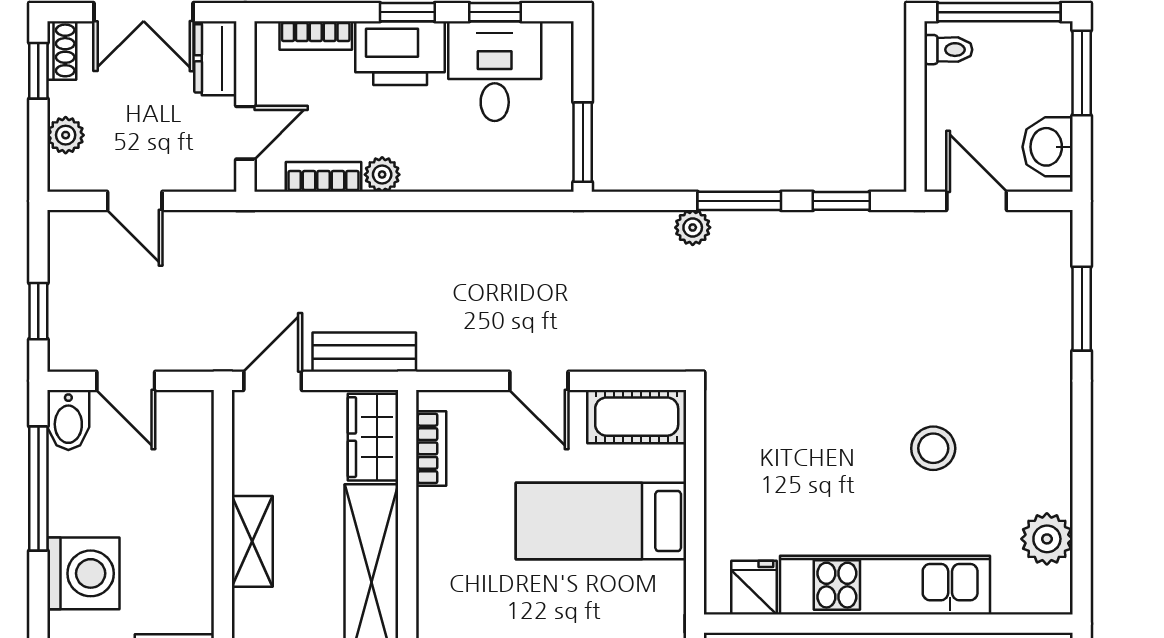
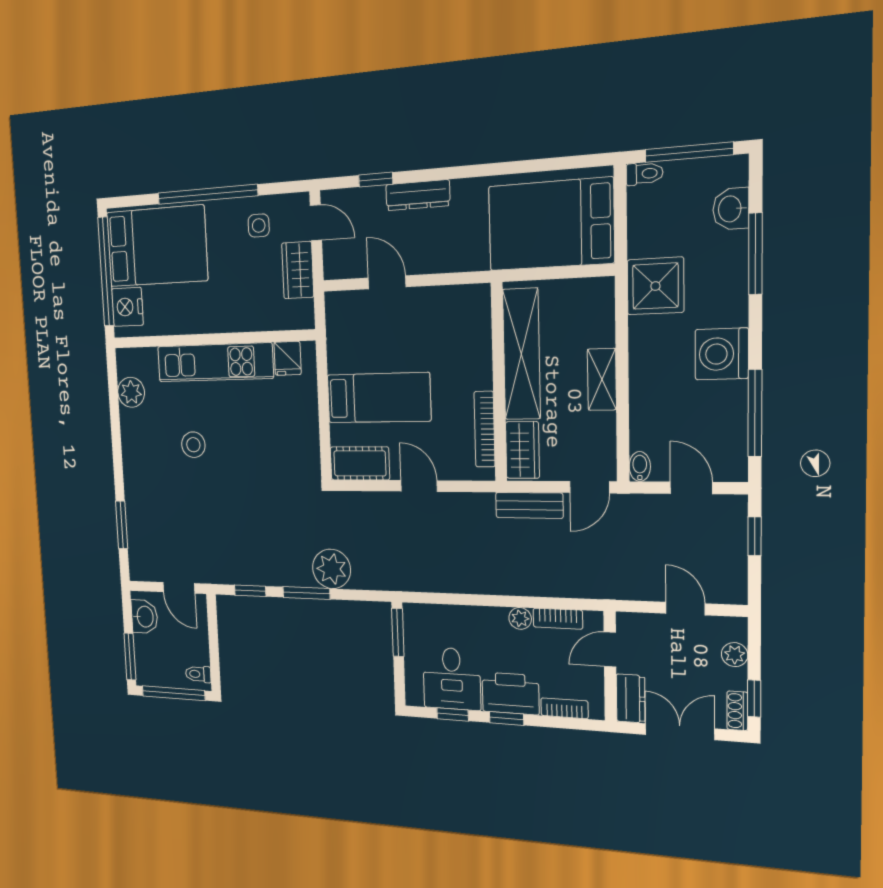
plant: (693, 227) -> (332, 569), width x1.87, depth x1.87
bidet: (68, 420) -> (640, 466), moved, width x0.72, depth x0.74
bookcase: (431, 448) -> (485, 429), width x1.56

